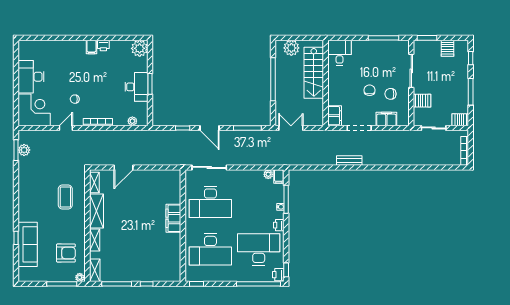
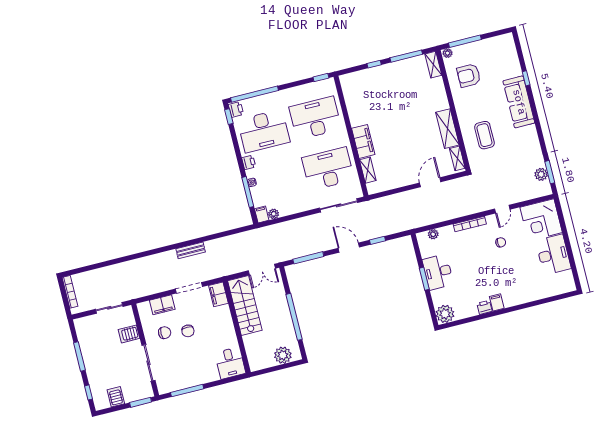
stairs: (314, 73) -> (245, 305), moved
server rack: (460, 120) -> (83, 324), removed
shelving: (95, 240) -> (368, 170), moved
sofa: (28, 244) -> (519, 102), moved

